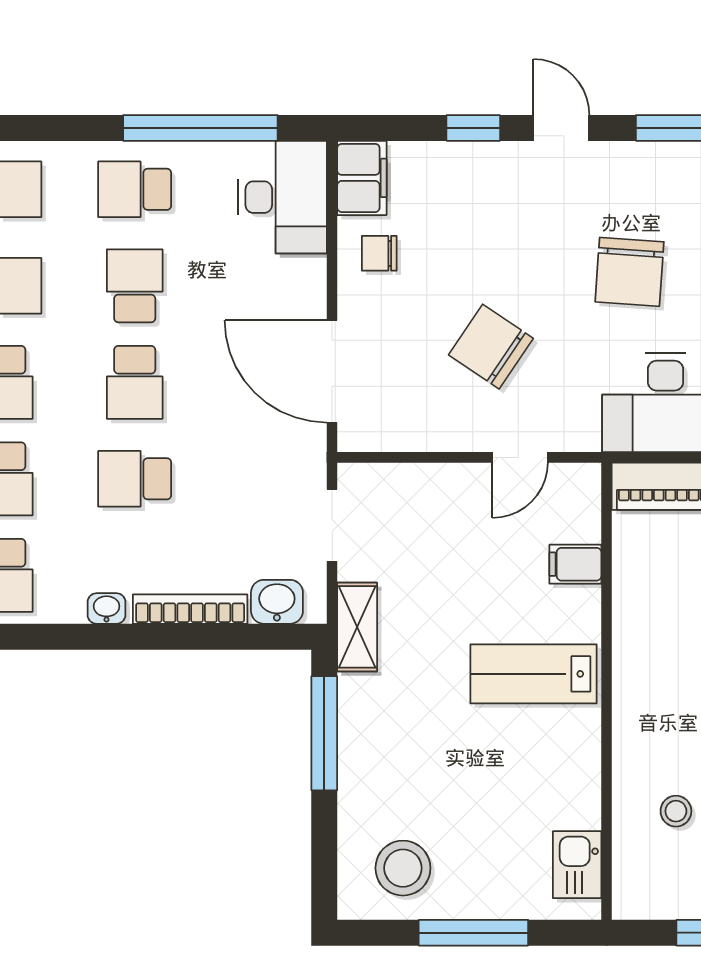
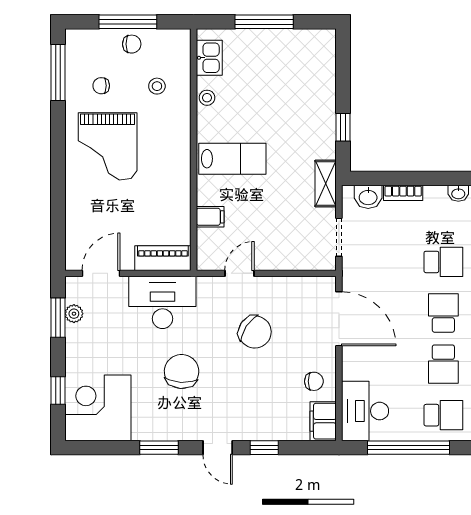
bookcase: (190, 609) -> (403, 193), width x0.64
window: (324, 733) -> (343, 127), width x0.46
stool: (403, 868) -> (207, 98), moved, width x0.53, depth x0.53

